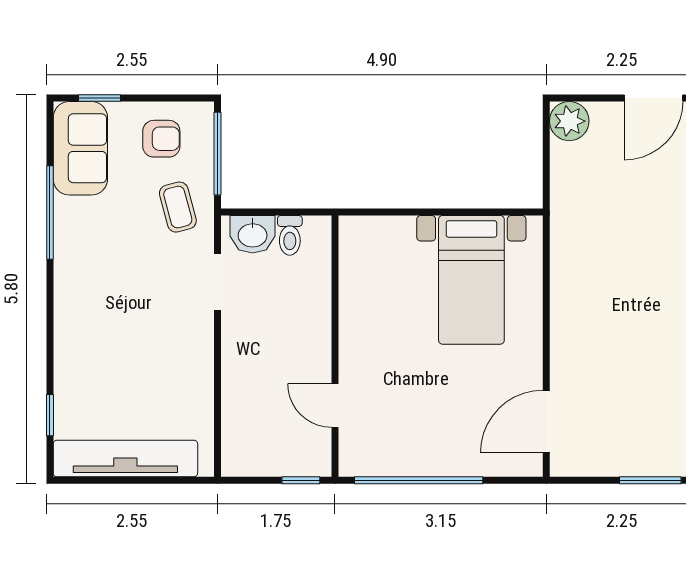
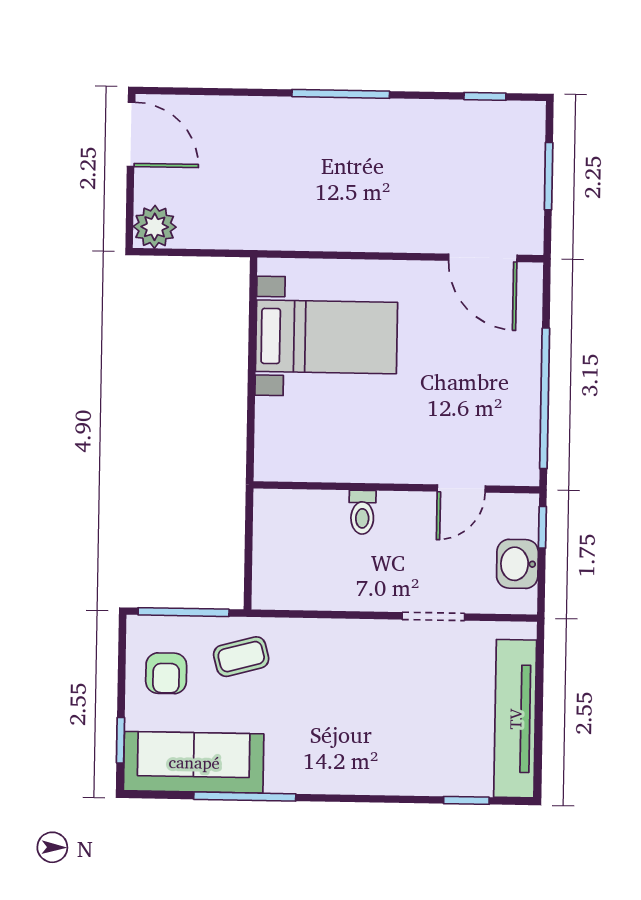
armchair: (161, 139) -> (166, 673), turned 180
sofa: (80, 148) -> (194, 762), width x1.36
washbasin: (253, 234) -> (517, 564), moved, turned 180
toilet: (290, 235) -> (362, 512), moved, turned 90
doorway: (218, 282) -> (433, 616), moved
window: (650, 480) -> (549, 176), moved

